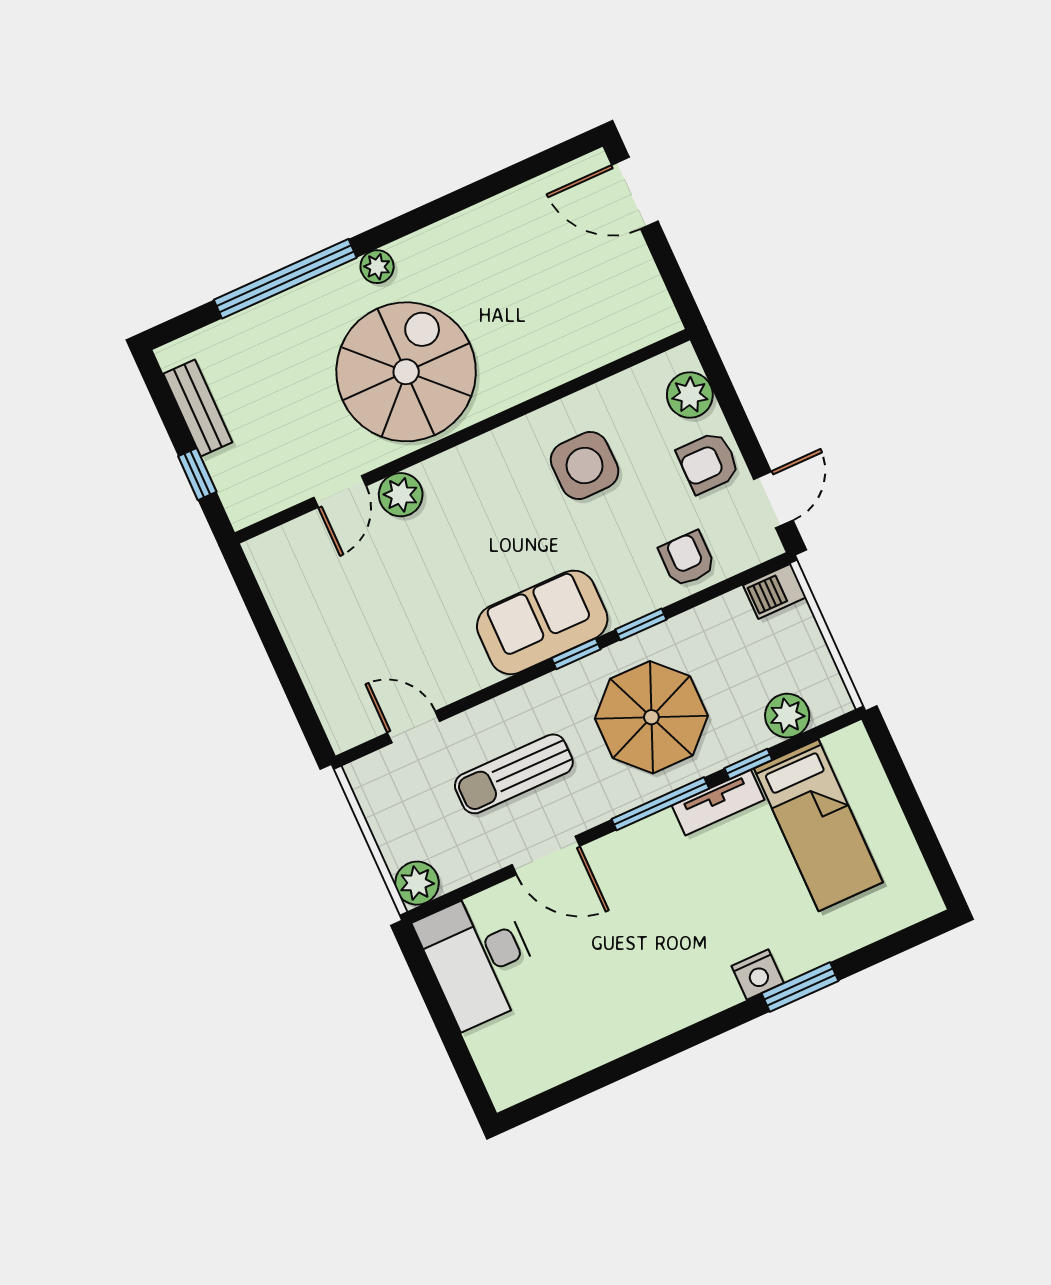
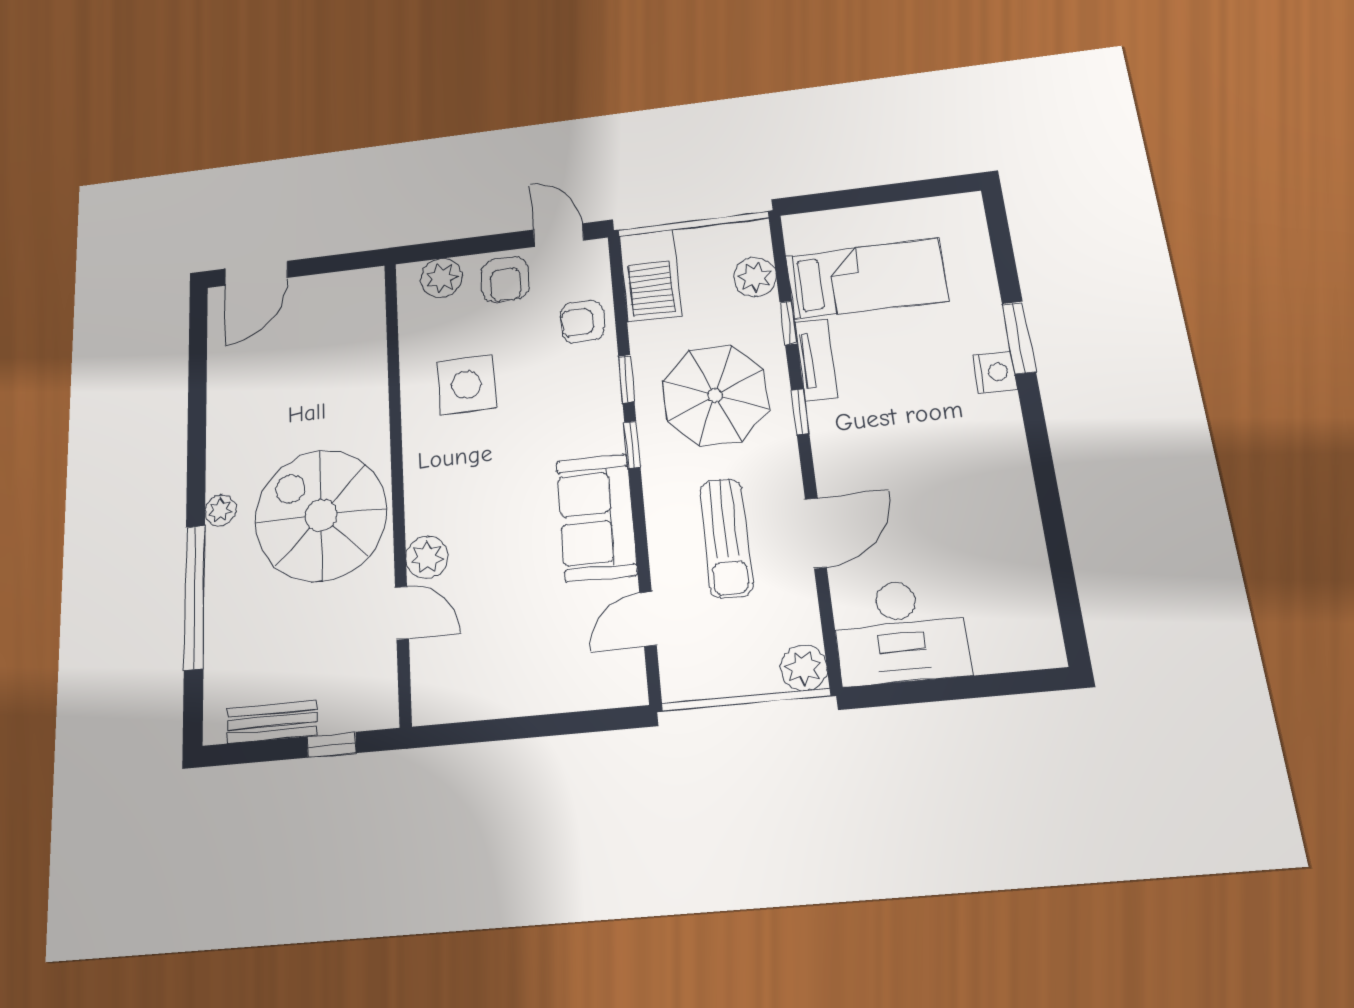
barbecue: (775, 591) -> (650, 275), width x1.88, depth x1.53
sofa: (542, 622) -> (596, 518), moved
window: (660, 804) -> (800, 412), width x0.46

